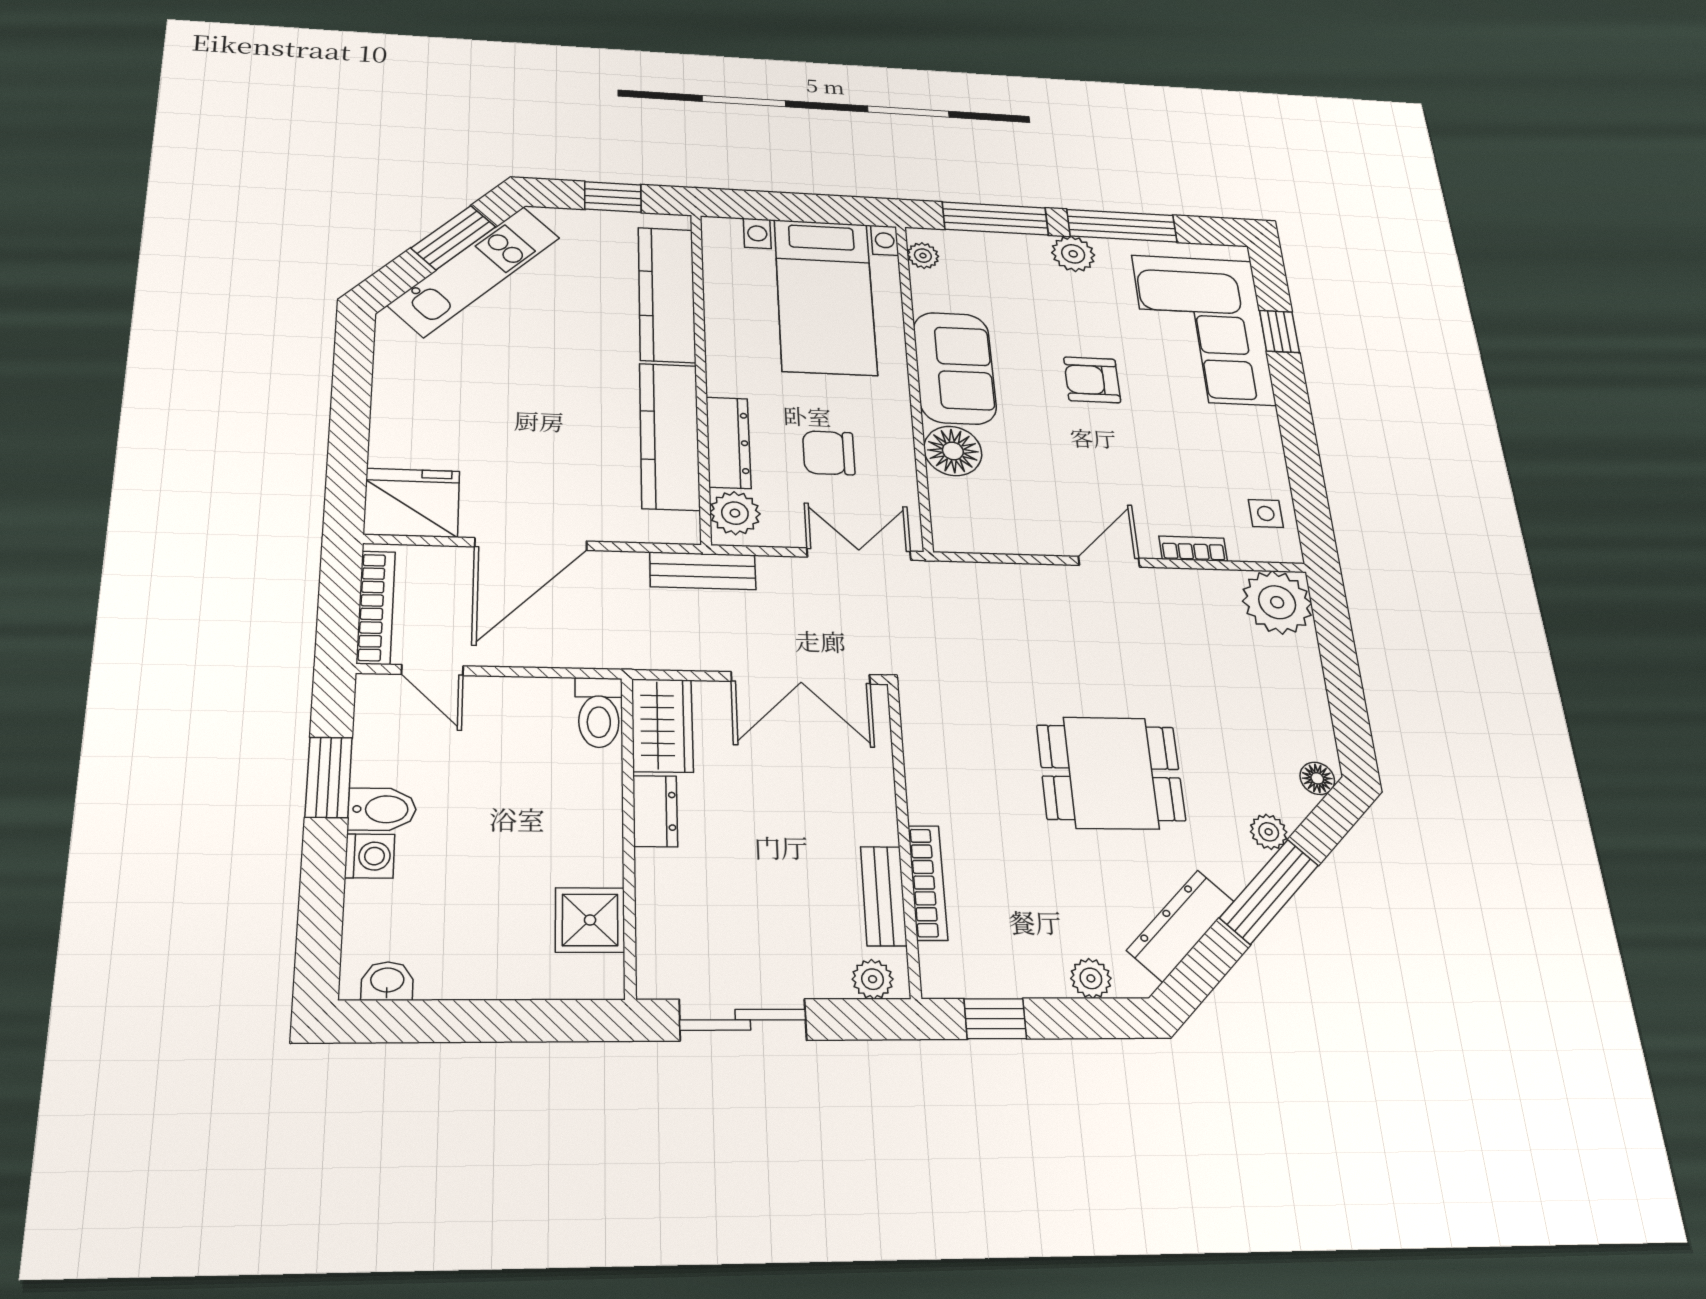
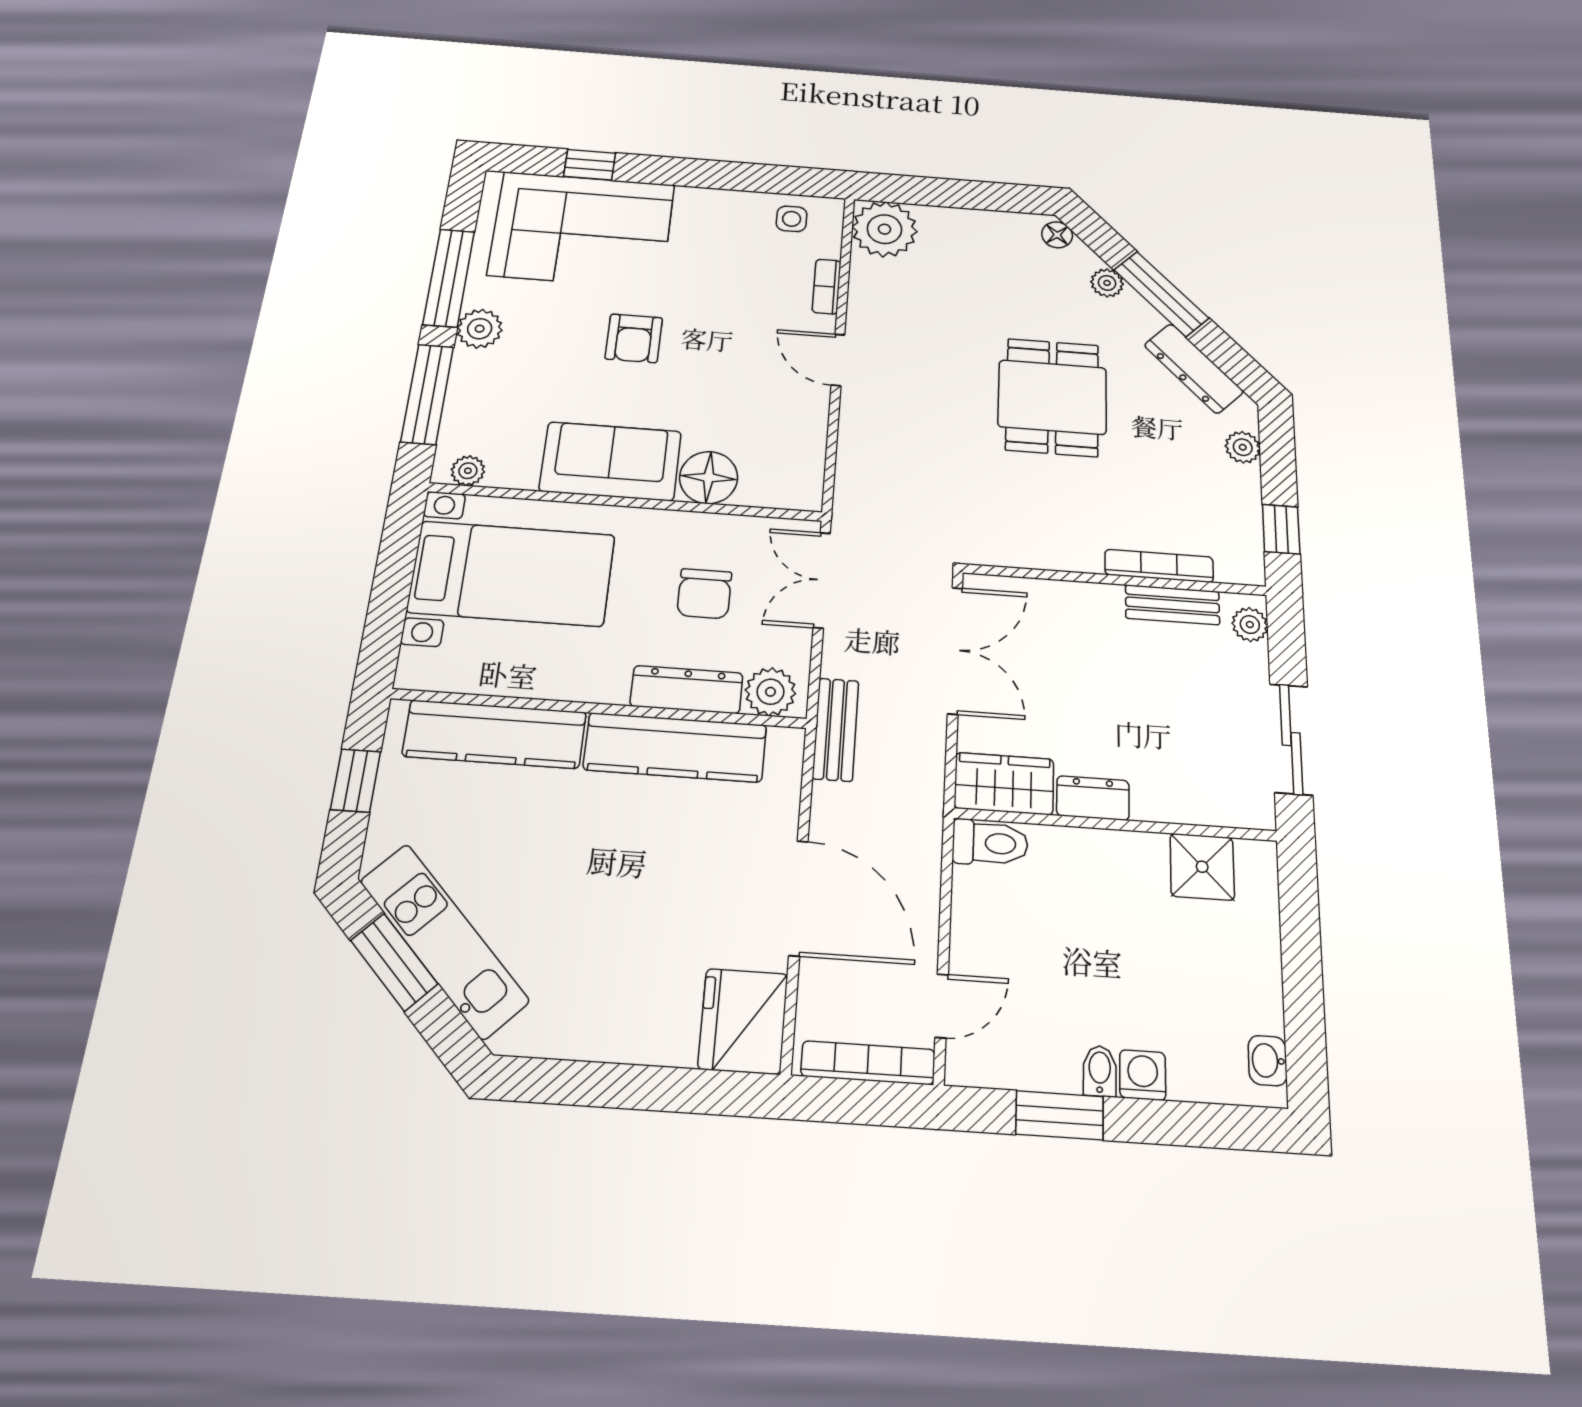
bidet: (382, 809) -> (1100, 1071), width x0.72, depth x0.74

